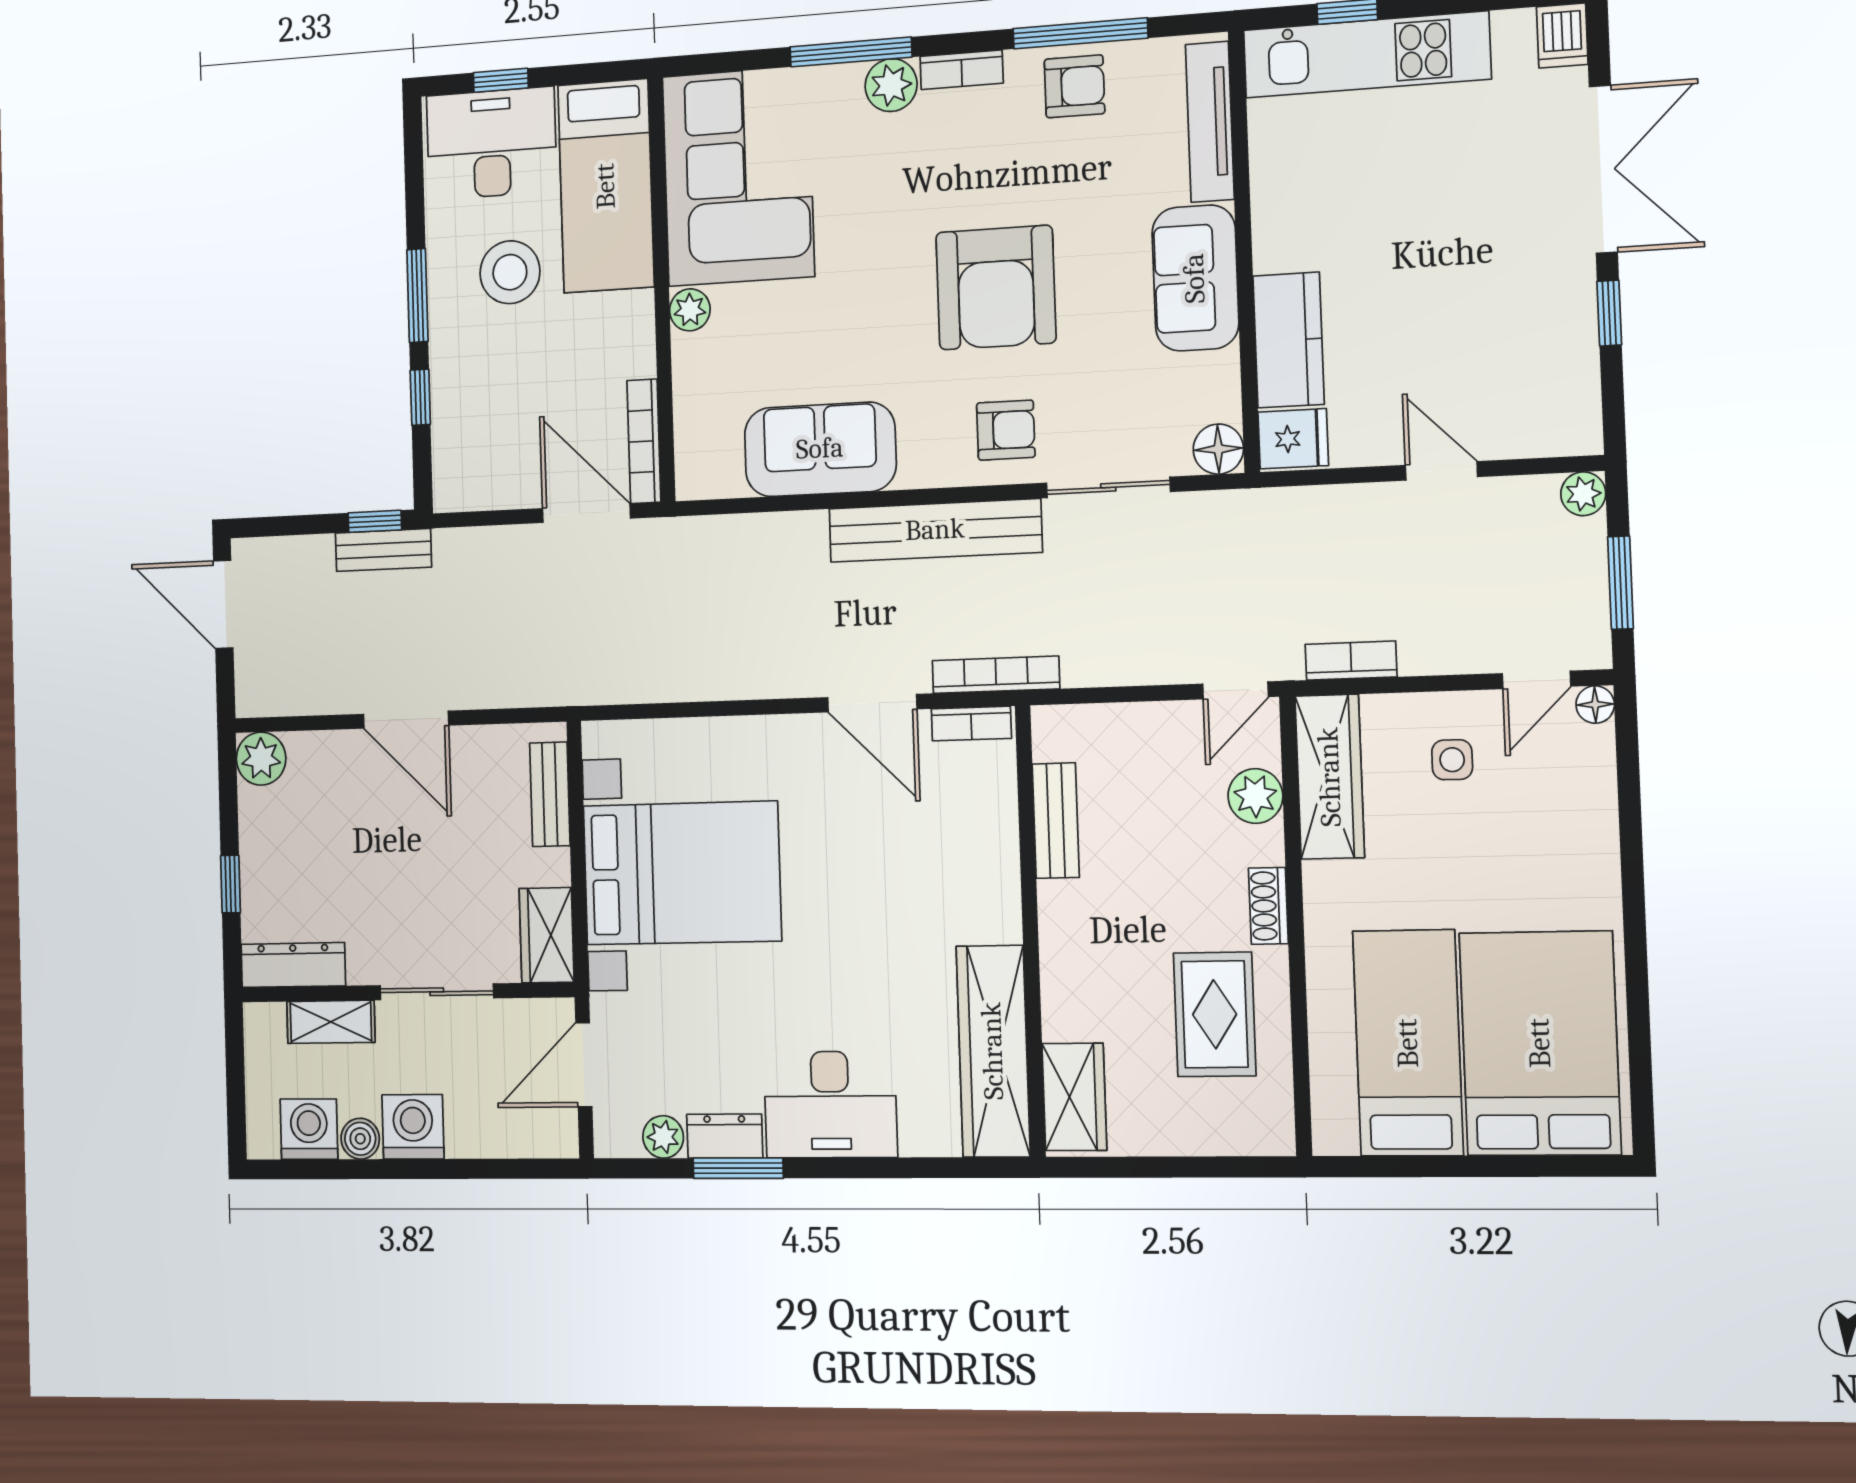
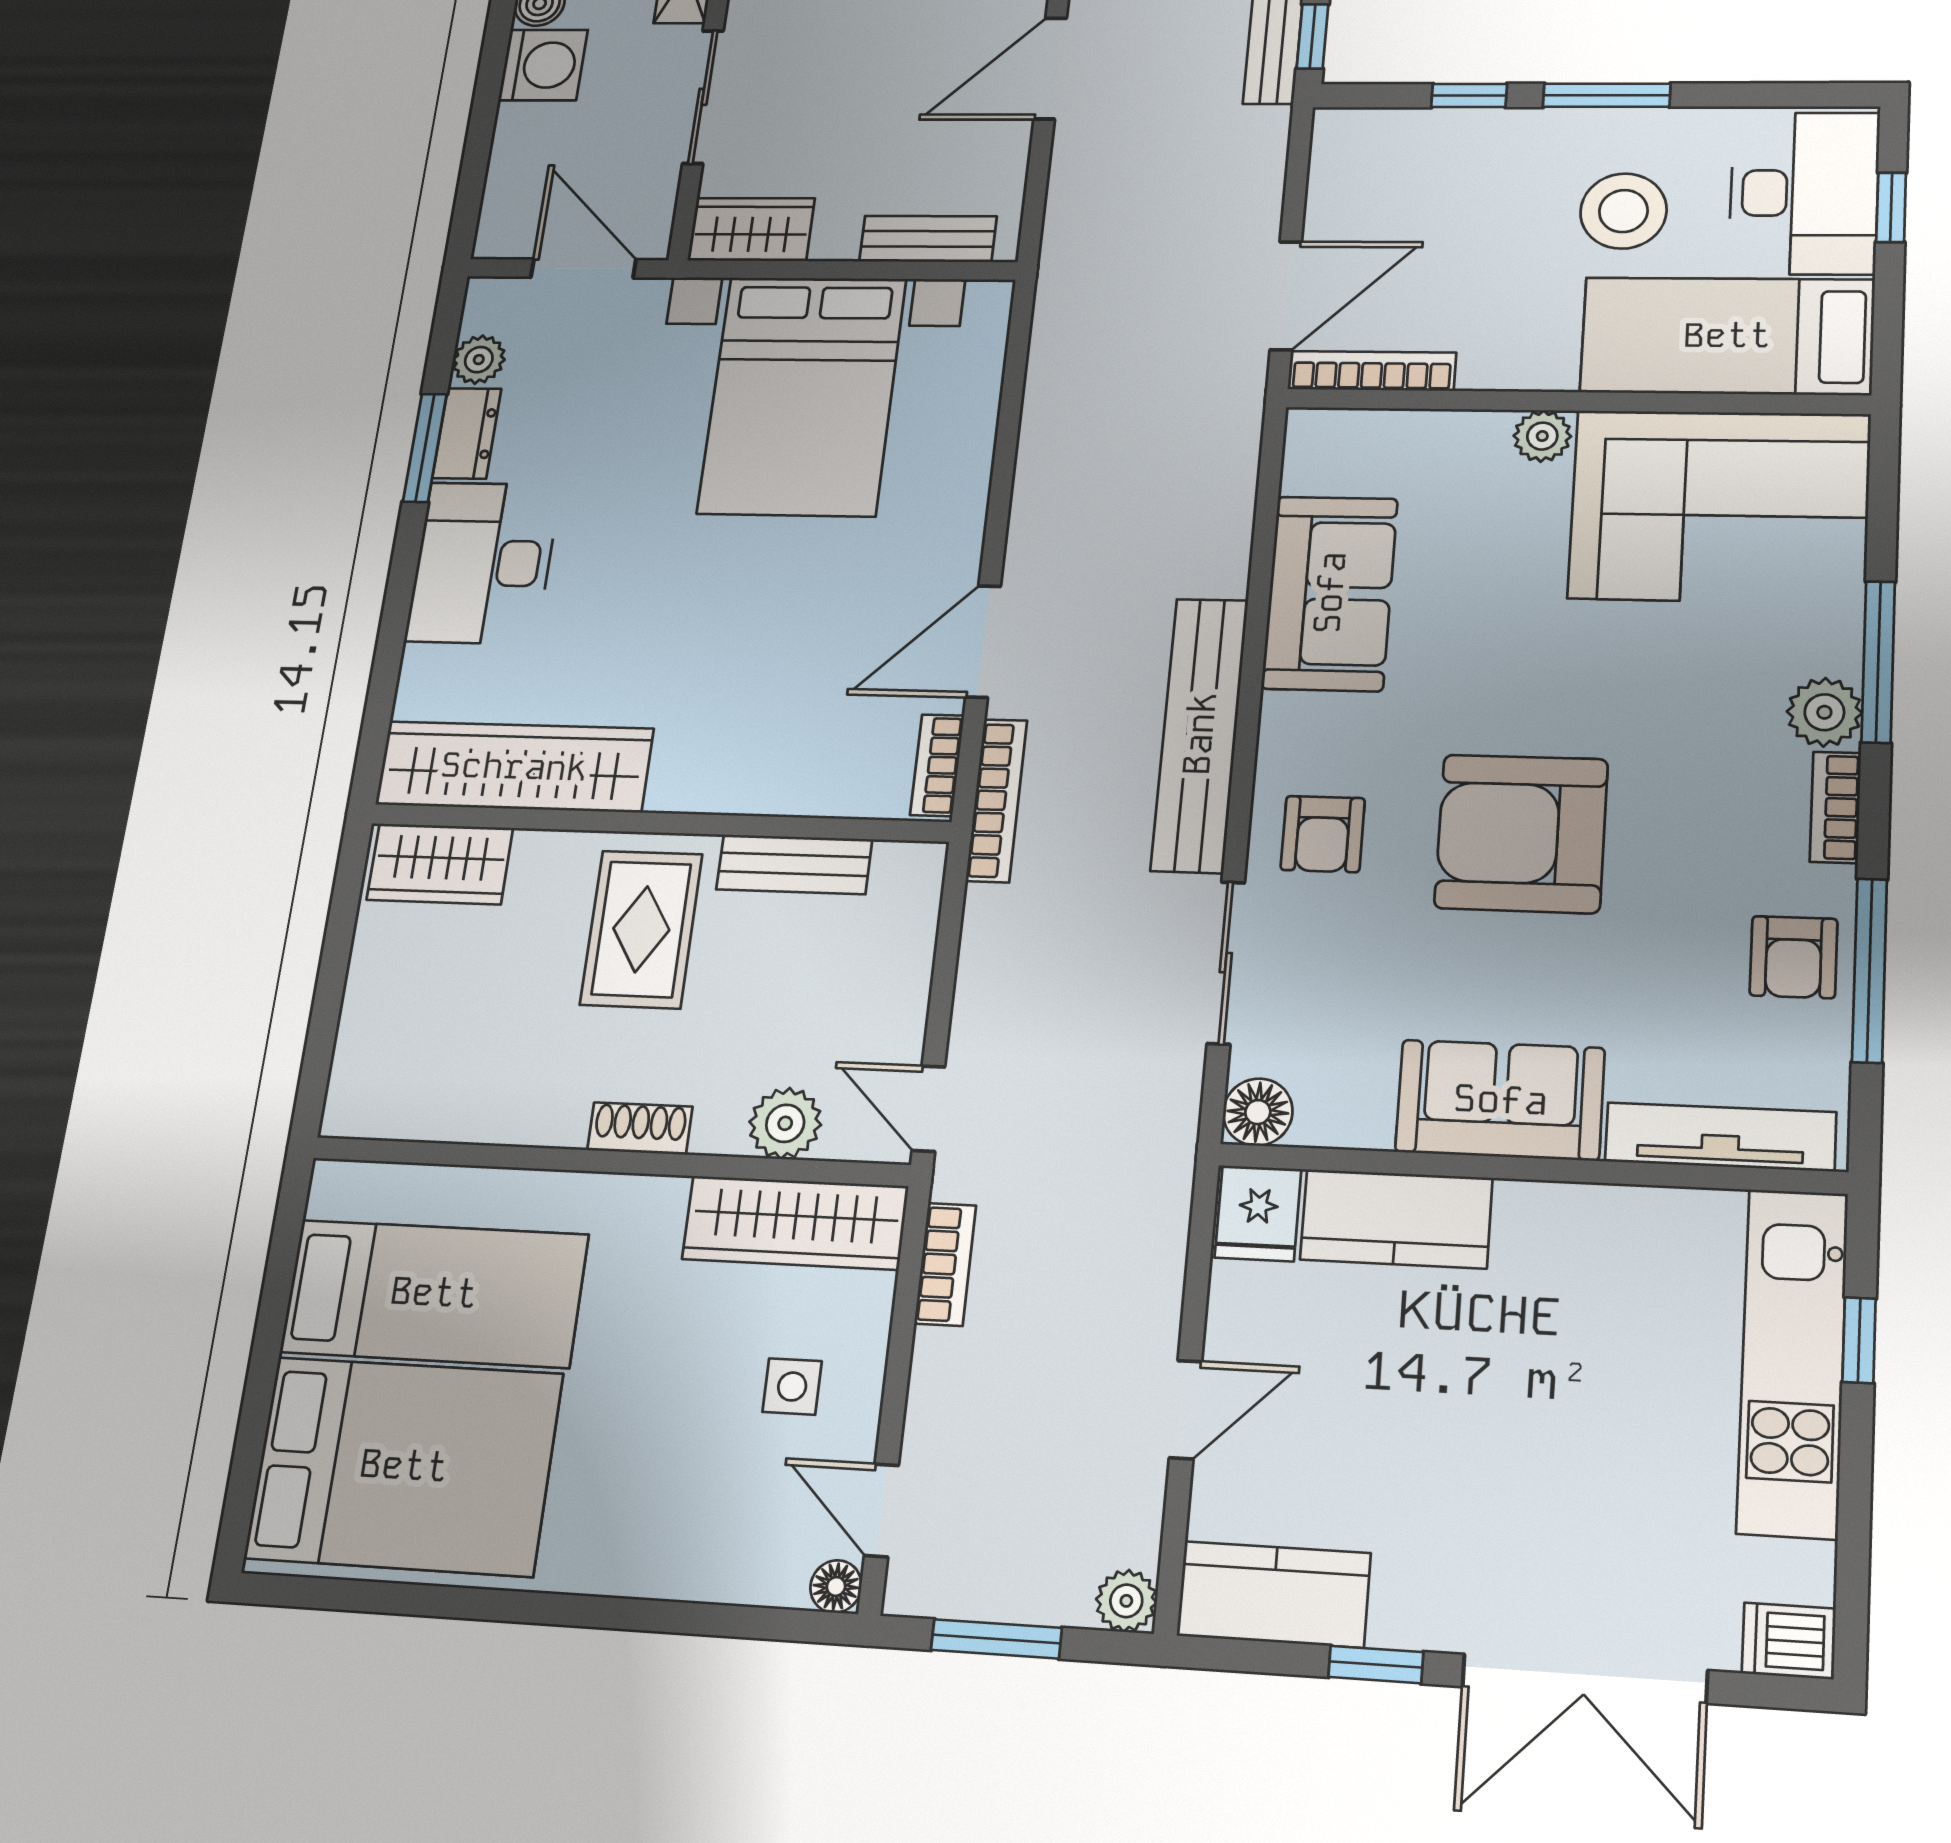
kitchen counter: (1567, 391) -> (1274, 1594), added
rug: (1215, 1014) -> (641, 929), moved, turned 90

